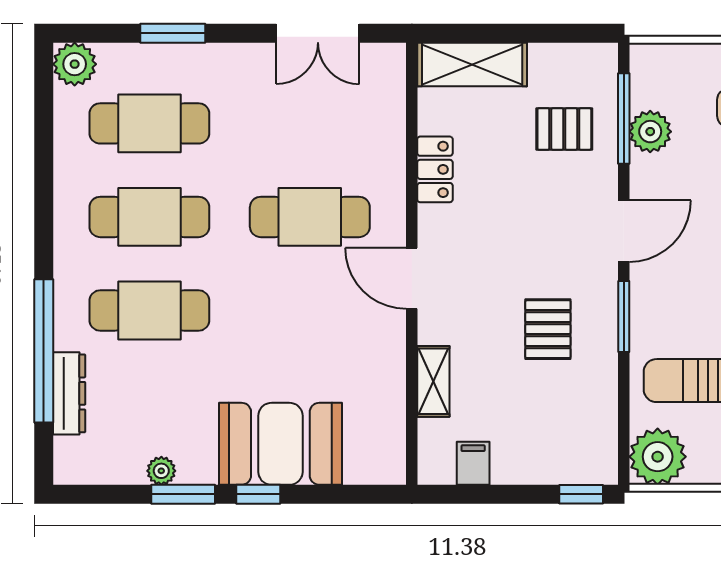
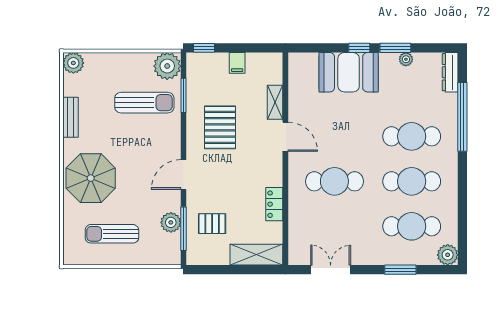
door: (412, 278) -> (285, 137), moved
window: (624, 317) -> (184, 95), moved
pallet: (548, 329) -> (220, 127), width x1.50, depth x1.42
dresser: (69, 393) -> (450, 72), moved
filing cabinet: (473, 463) -> (237, 63), moved

